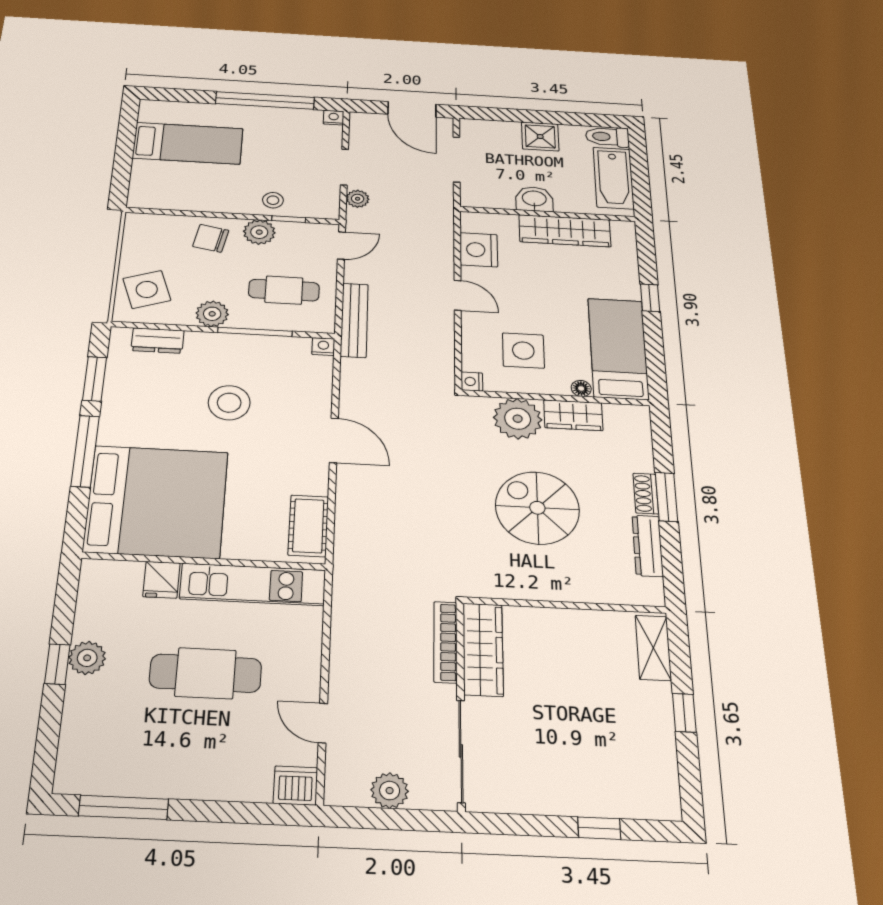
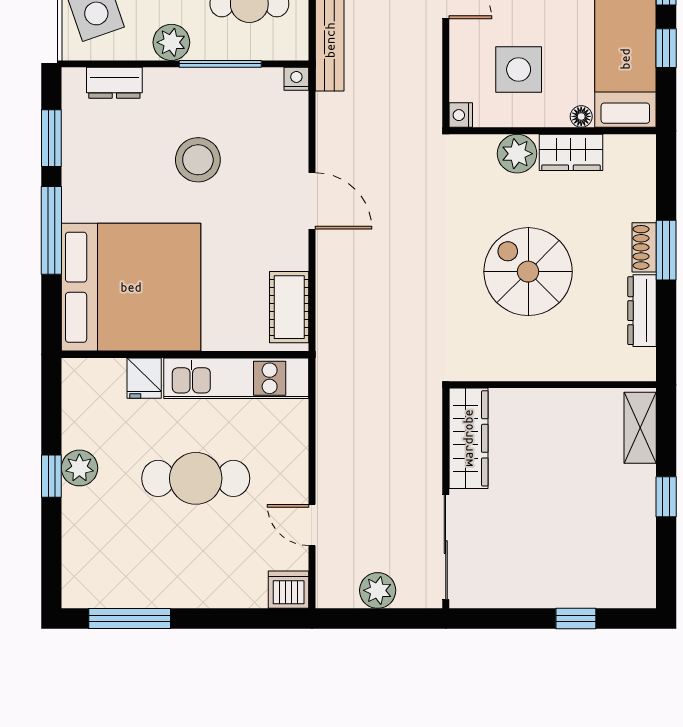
window: (654, 342) -> (666, 48), added
plant: (518, 419) -> (517, 154), width x0.73, depth x0.73
bookcase: (445, 642) -> (431, 432), removed

